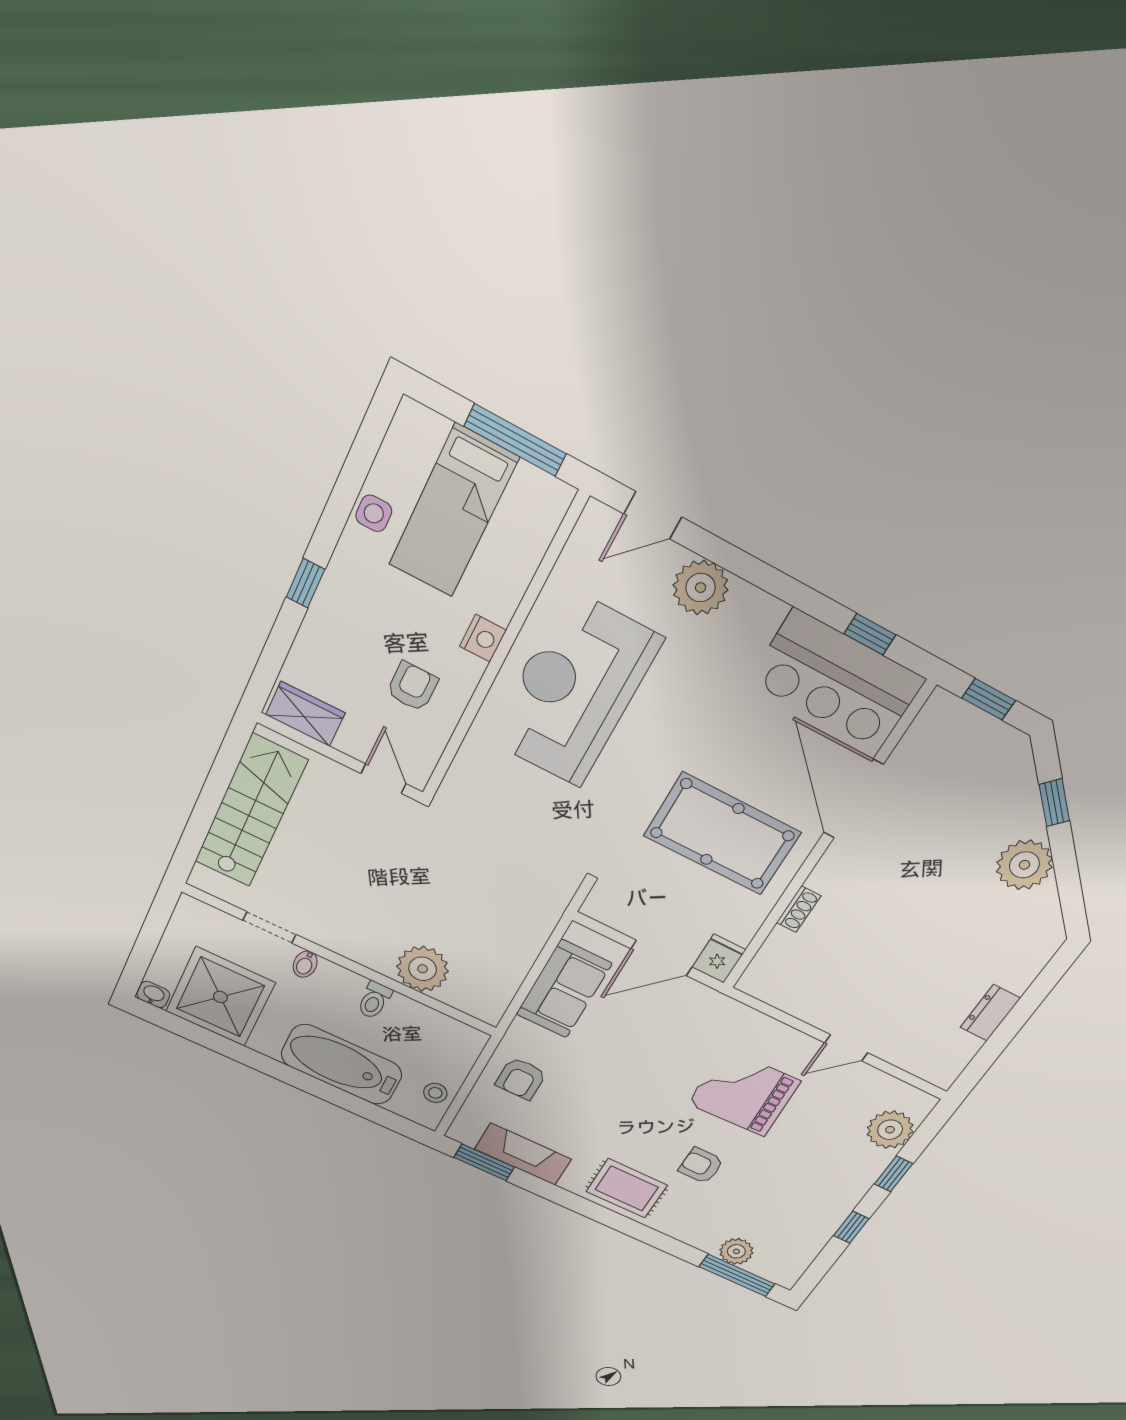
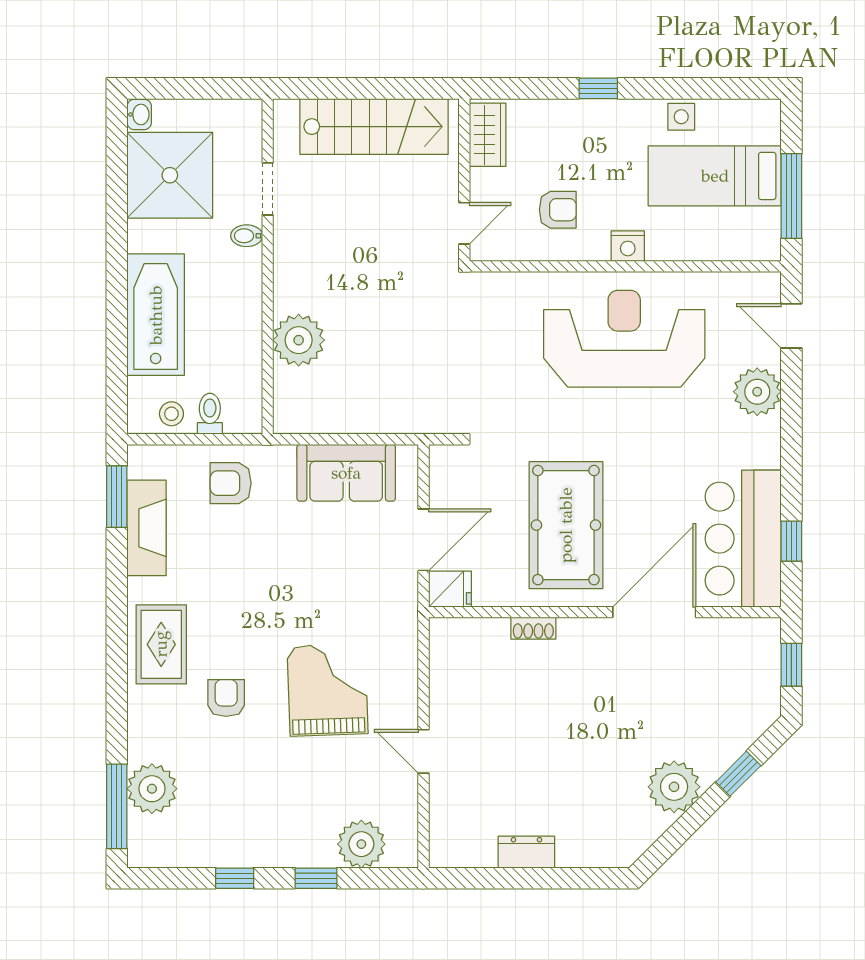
door: (661, 958) -> (424, 540), swing flipped
toilet: (374, 1000) -> (210, 414), moved, turned 90
plant: (736, 1251) -> (152, 789), width x1.36, depth x1.36

